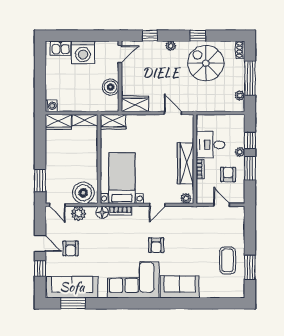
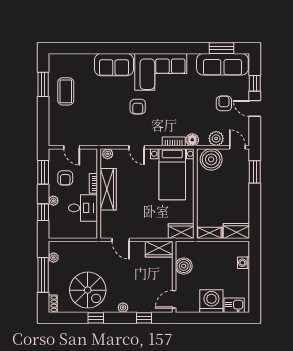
washing machine: (51, 106) -> (244, 263), moved
window: (250, 168) -> (43, 172), moved
door: (157, 205) -> (137, 147), swing flipped
armchair: (156, 245) -> (138, 107), turned 180

